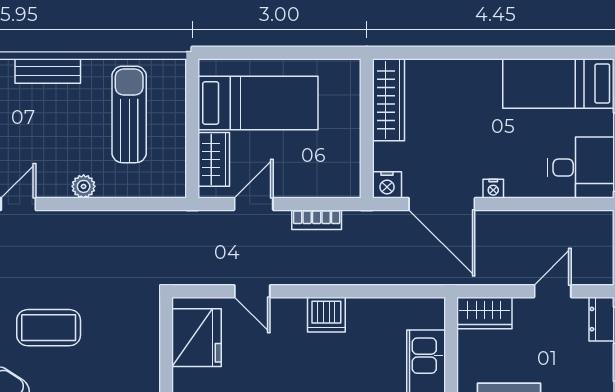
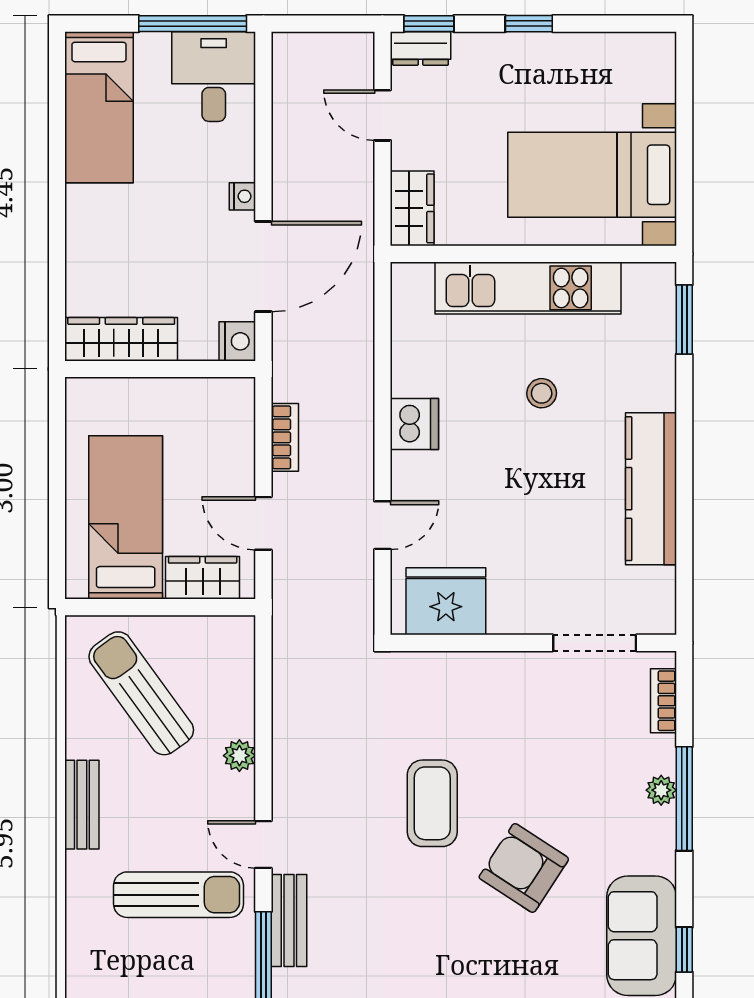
sun lounger: (129, 114) -> (141, 693), turned 54

